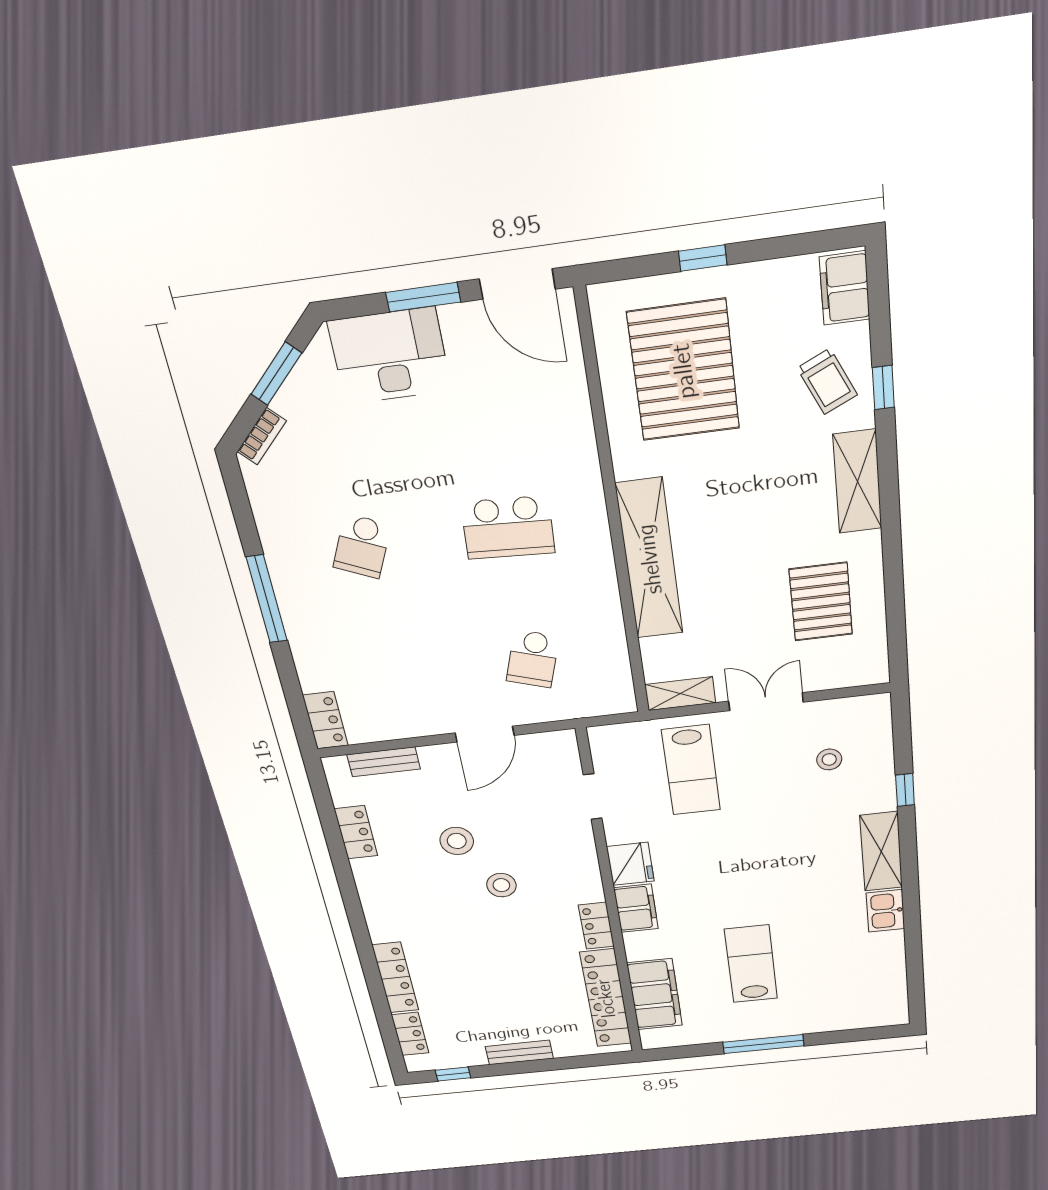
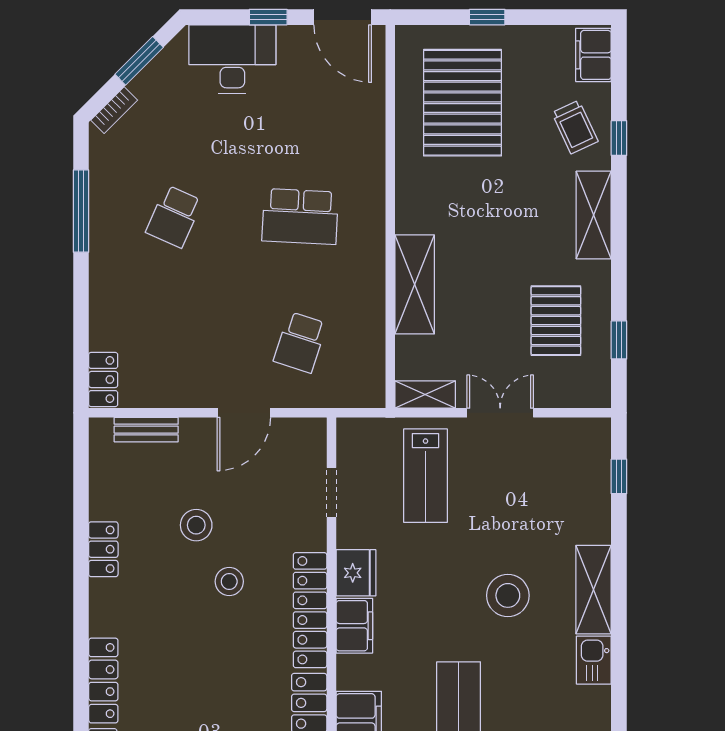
window: (423, 297) -> (268, 17), width x0.67
shelving: (650, 559) -> (415, 284), width x0.68
window: (267, 599) -> (81, 211), moved
window: (895, 613) -> (619, 340), added
stool: (829, 759) -> (508, 595), moved, width x1.89, depth x1.89
window: (905, 790) -> (619, 476), moved
locker: (356, 832) -> (103, 549), moved
locker: (596, 926) -> (310, 610), width x2.16, depth x1.21

